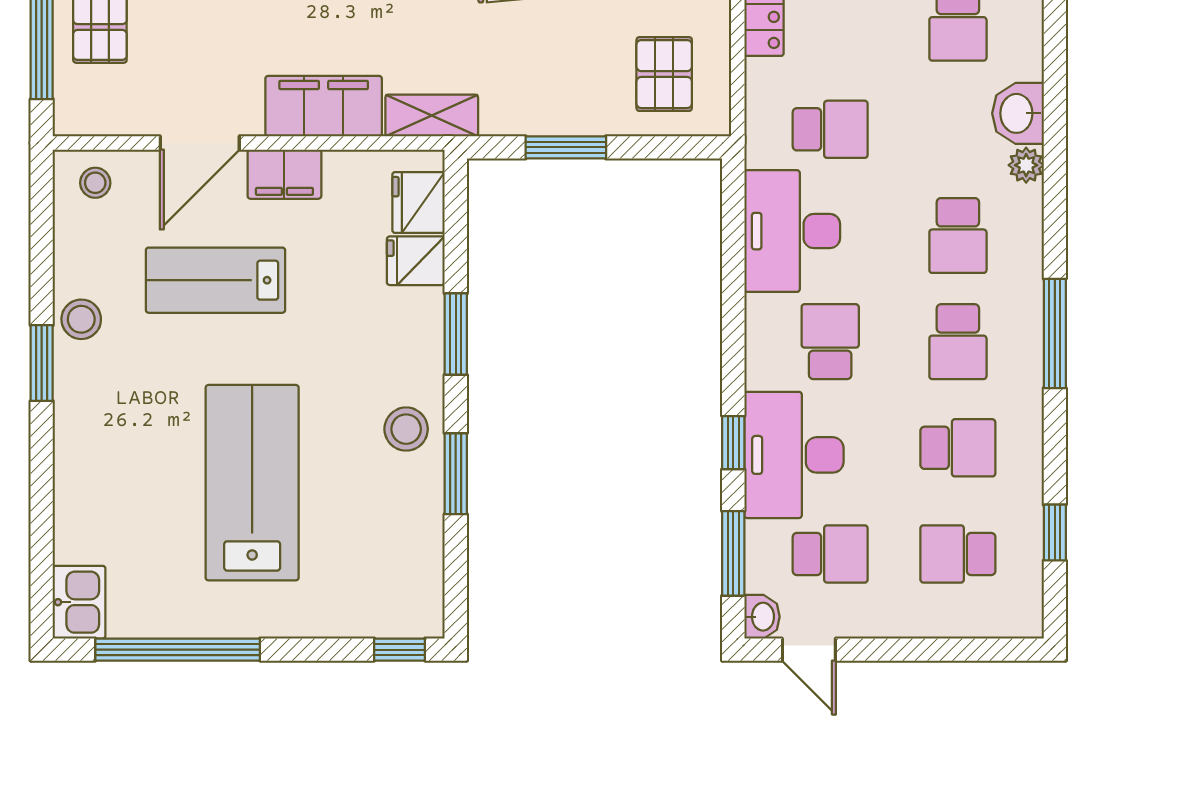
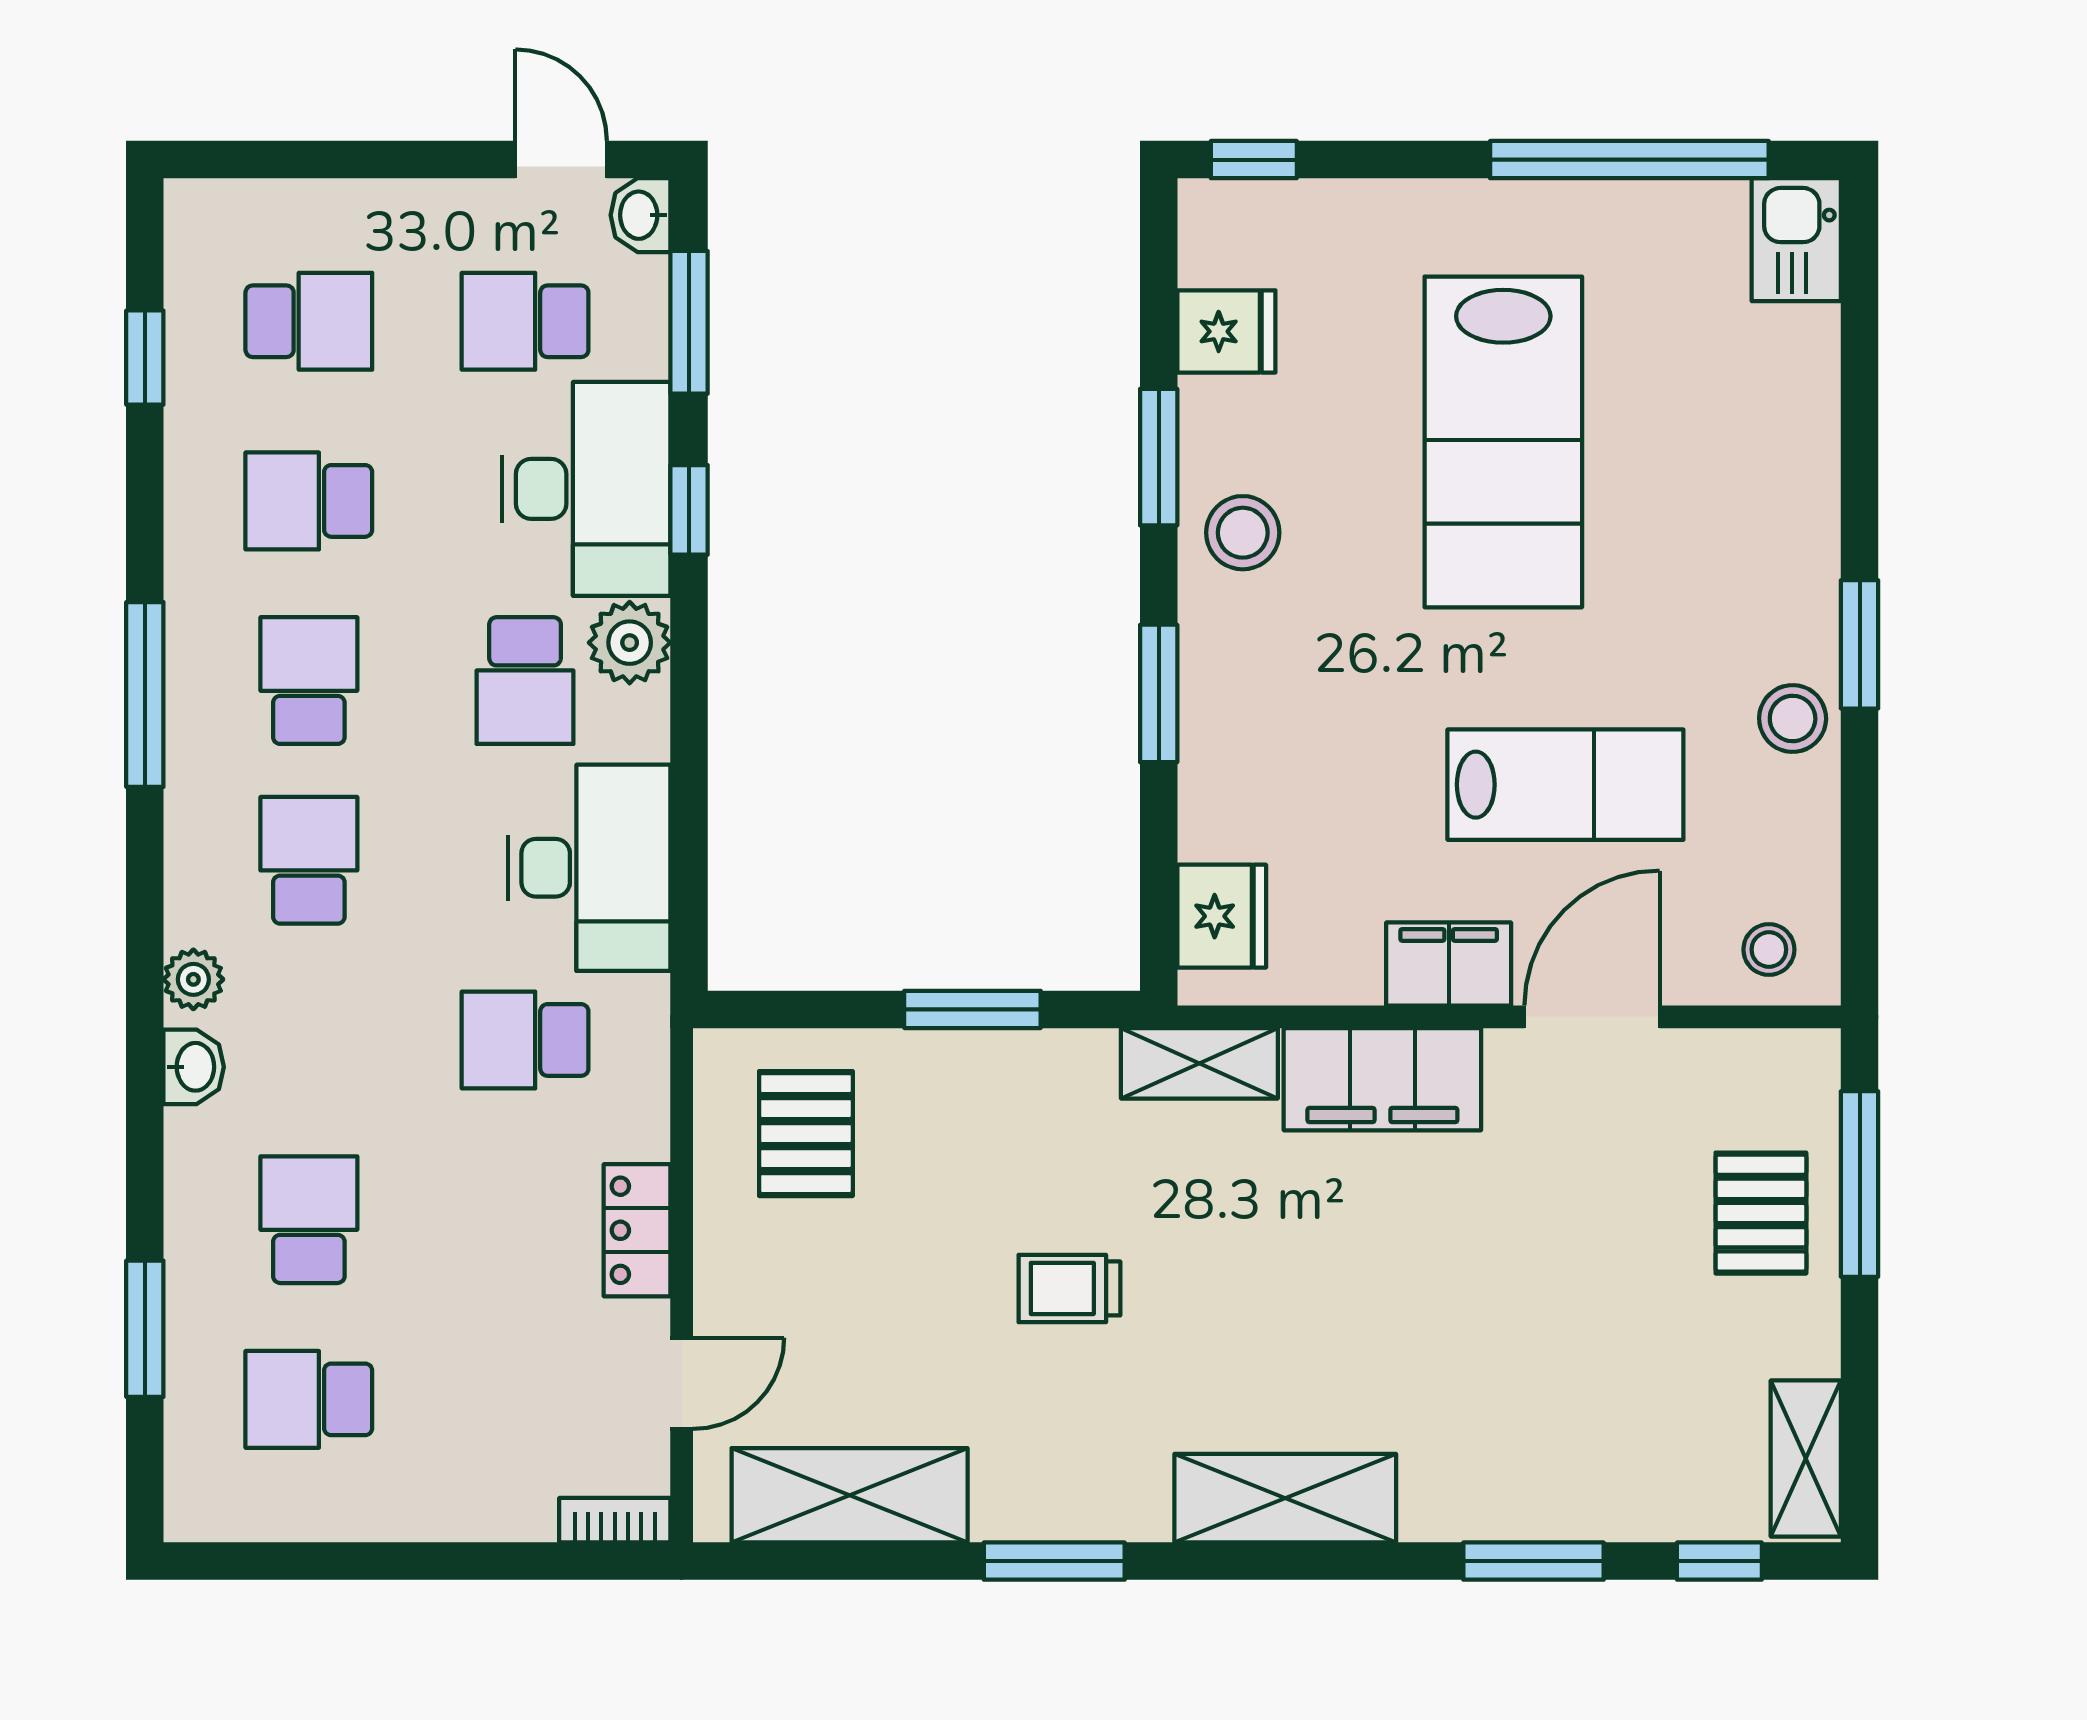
washbasin: (1018, 113) -> (194, 1067), width x0.72, depth x0.69
fridge: (416, 261) -> (1226, 331), moved
plant: (768, 364) -> (630, 643), added

